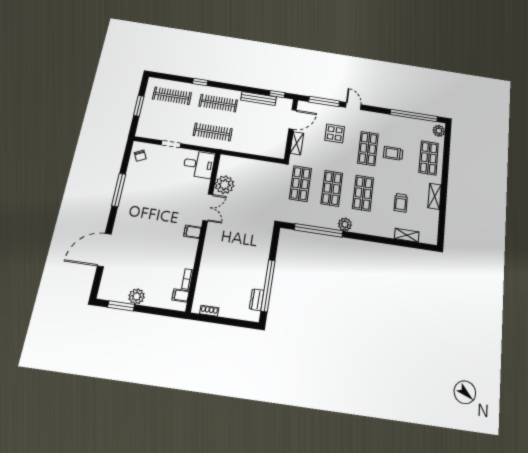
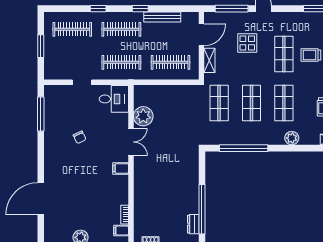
window: (277, 94) -> (140, 9), moved
clothes rail: (260, 139) -> (170, 62), added
chair: (140, 156) -> (80, 137), moved
window: (119, 190) -> (41, 114), moved
plant: (345, 224) -> (292, 138), moved

